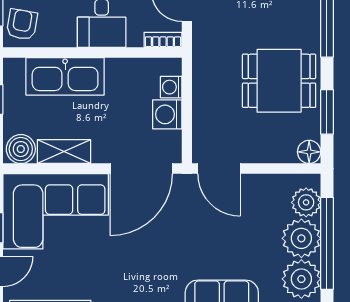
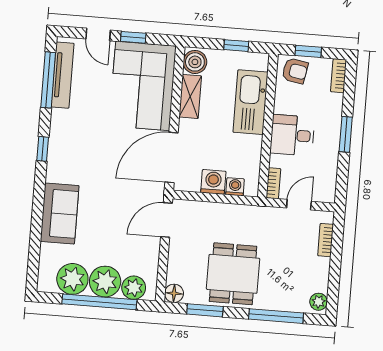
door: (141, 169) -> (171, 157), hinge flipped

